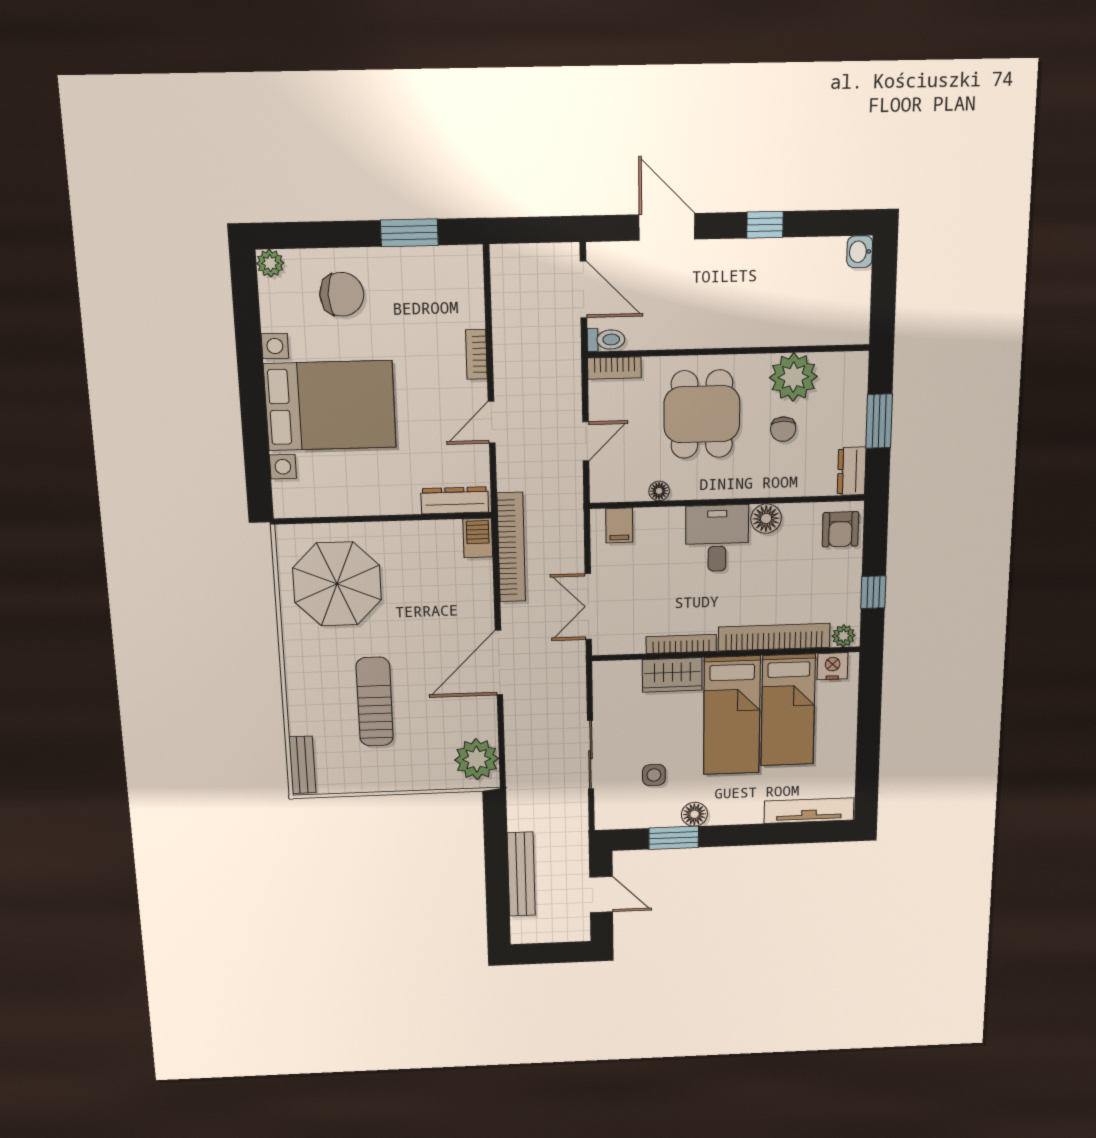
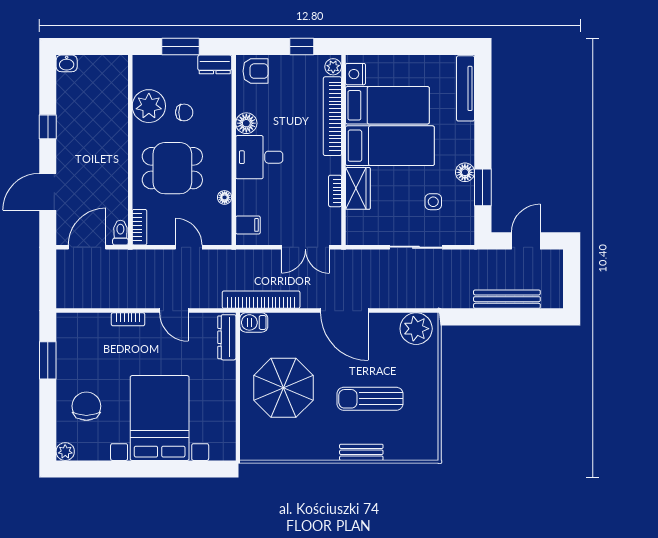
parasol: (337, 584) -> (283, 388), moved
bookcase: (681, 644) -> (335, 191), width x0.64
bench: (302, 765) -> (361, 452), moved

